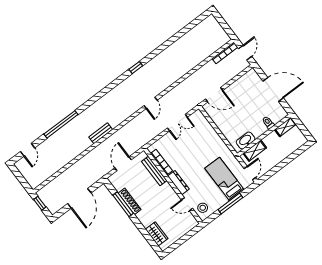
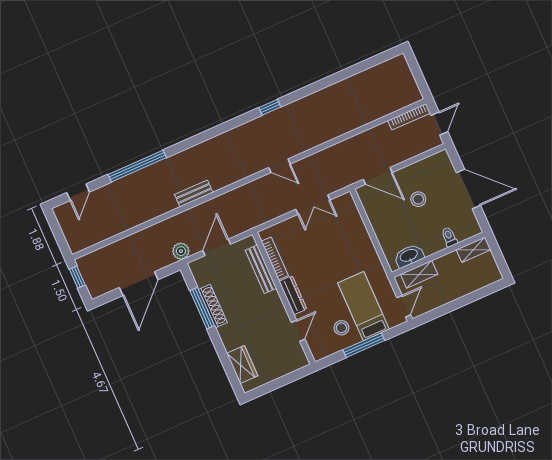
door: (151, 103) -> (279, 166), hinge flipped
stool: (243, 103) -> (418, 199), added
plant: (101, 171) -> (181, 251), added
door: (187, 204) -> (298, 331), swing flipped
stool: (203, 208) -> (341, 328), moved

